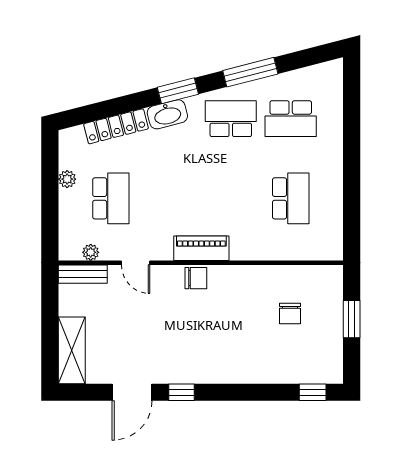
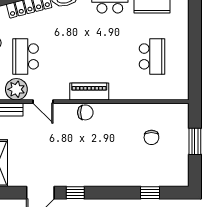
school desk: (111, 198) -> (26, 56), turned 180
plant: (91, 252) -> (16, 89), width x1.88, depth x1.88
window: (313, 392) -> (150, 193), moved

